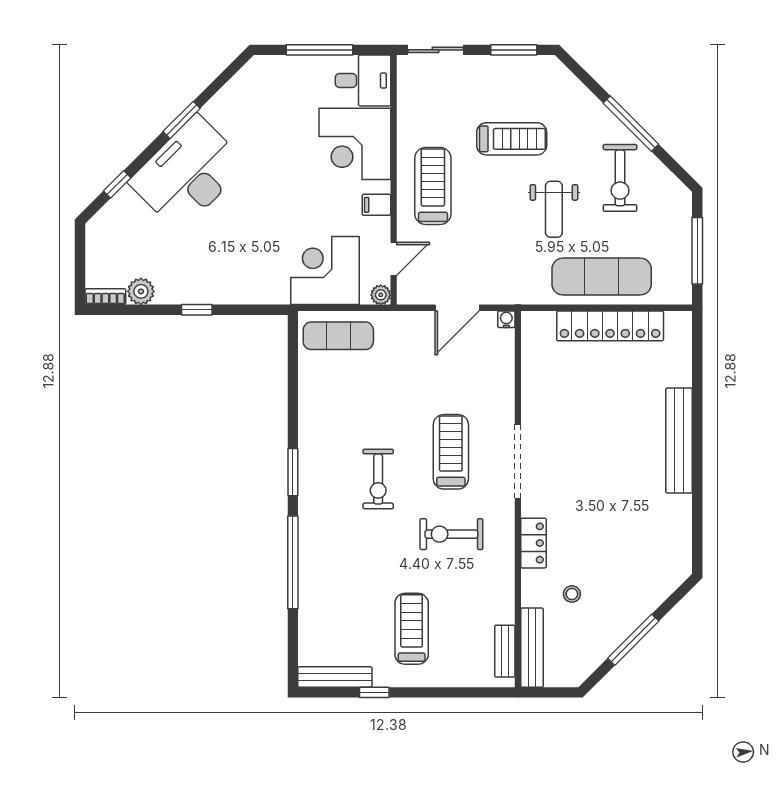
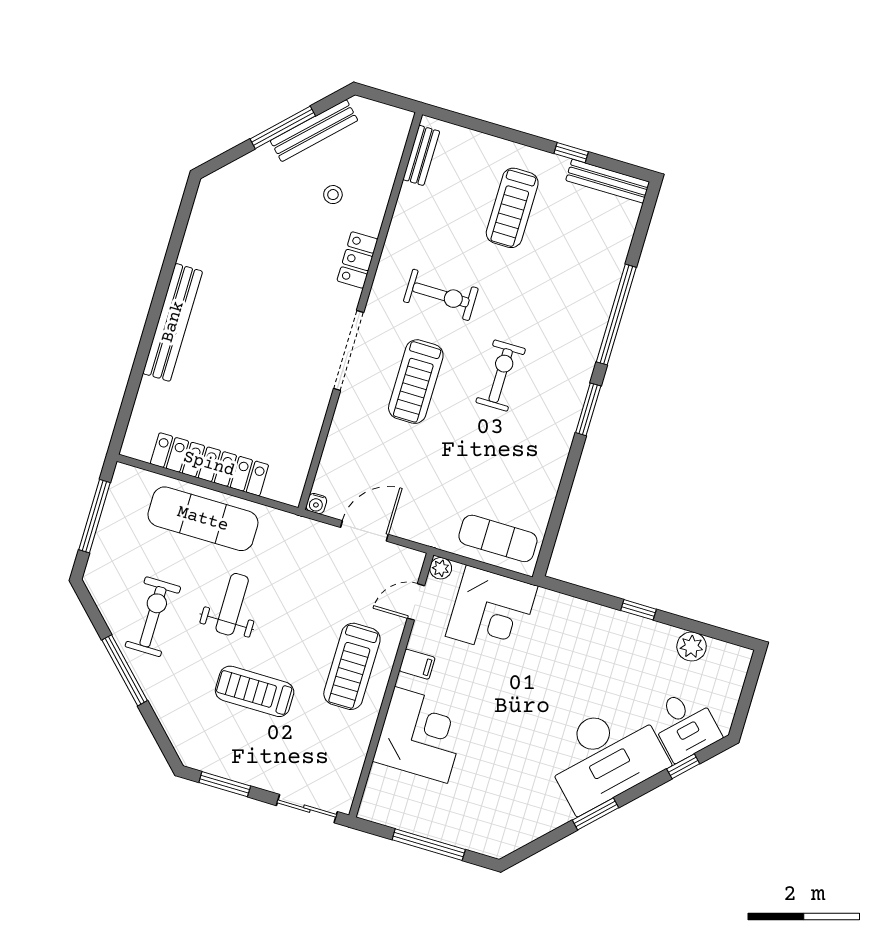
desk: (363, 80) -> (685, 725), moved, turned -135
bookcase: (105, 297) -> (731, 652), removed
bench: (532, 648) -> (314, 131), moved, turned 45

